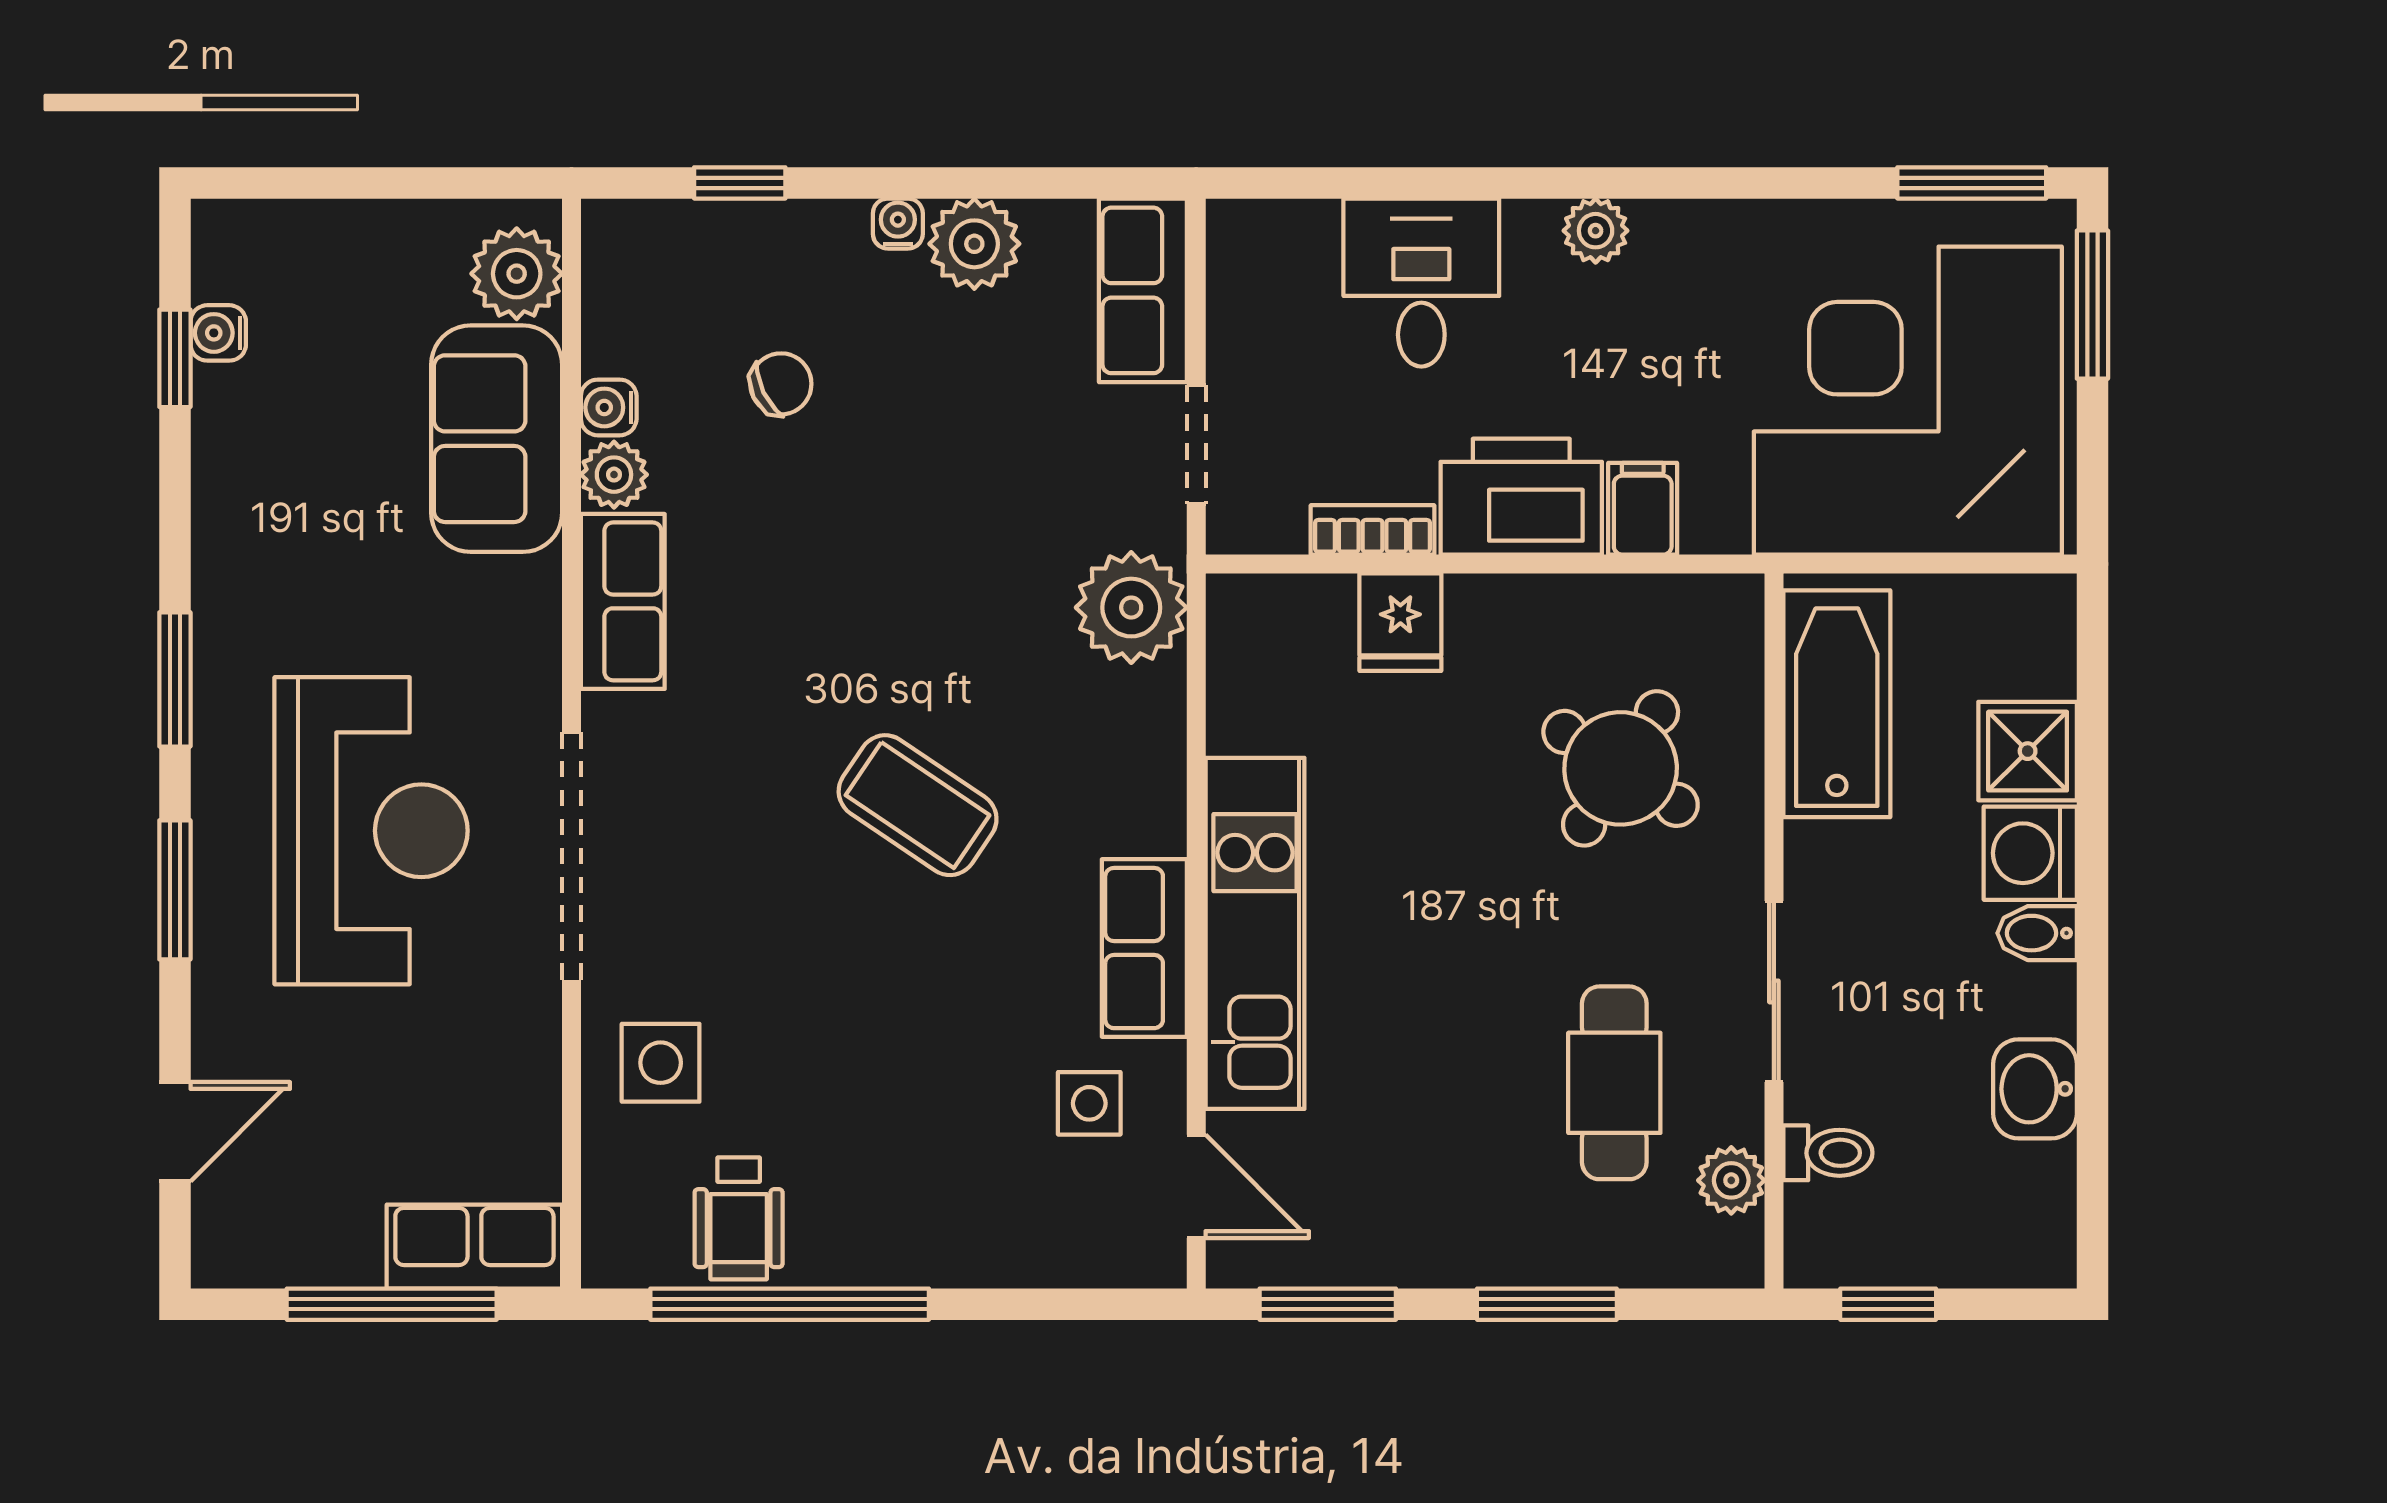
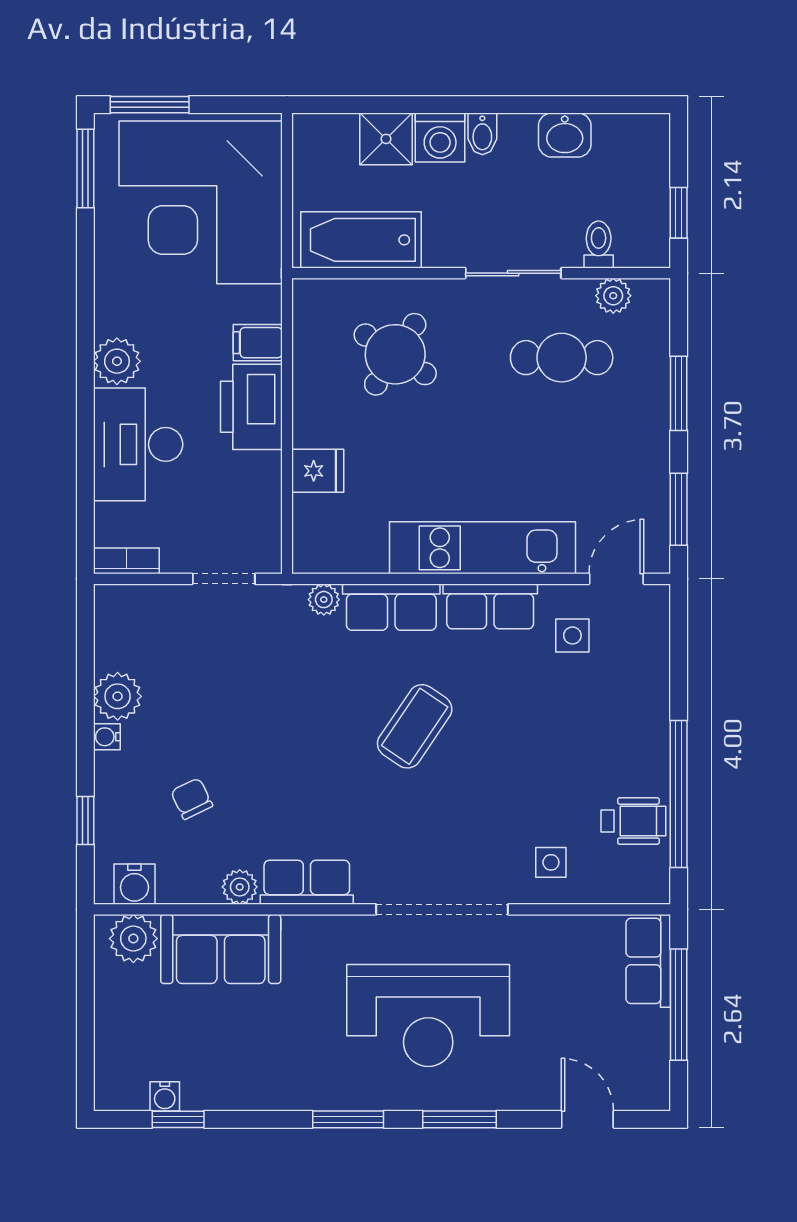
plant: (1596, 231) -> (117, 361), width x1.38, depth x1.38
desk: (1421, 283) -> (138, 444), width x1.37
row of seats: (1143, 290) -> (391, 607), moved
water cooler: (609, 407) -> (134, 884), moved, width x1.38, depth x1.38
bookcase: (1372, 530) -> (126, 561), moved, turned 90
plant: (1131, 608) -> (324, 600), width x0.53, depth x0.53
reception desk: (371, 831) -> (428, 1016), turned 180
side table: (661, 1063) -> (551, 862), width x0.73, depth x0.73

